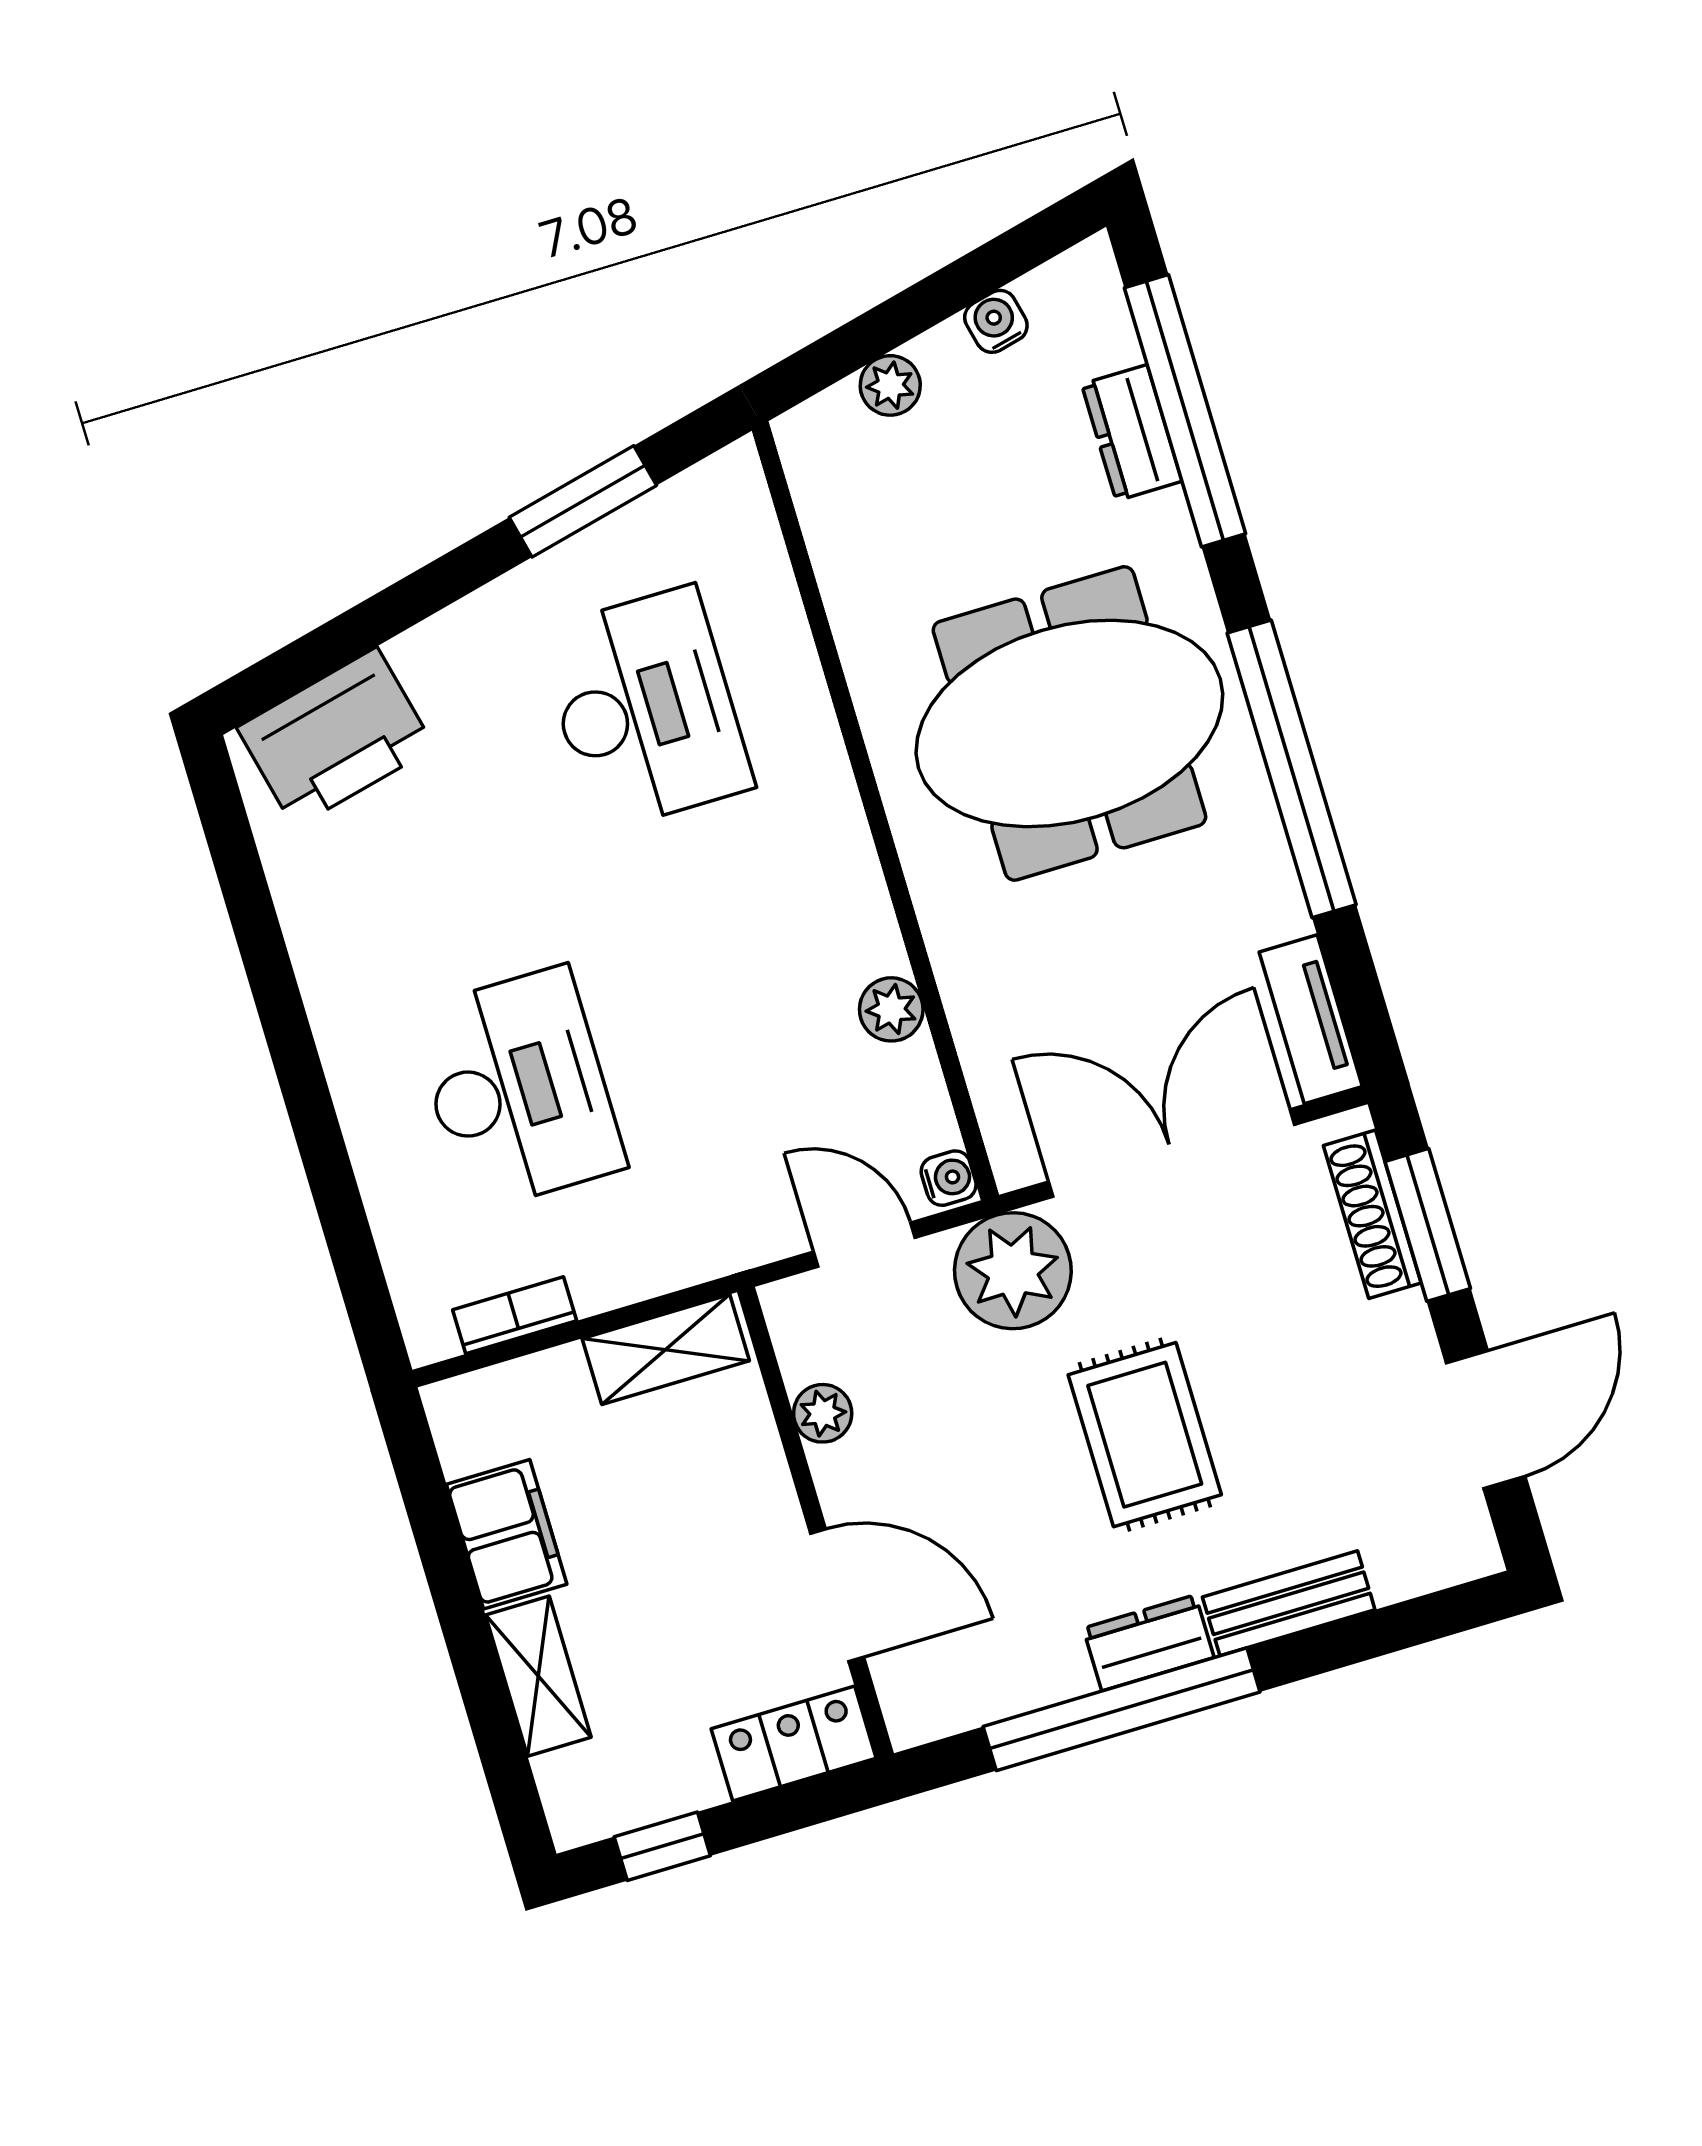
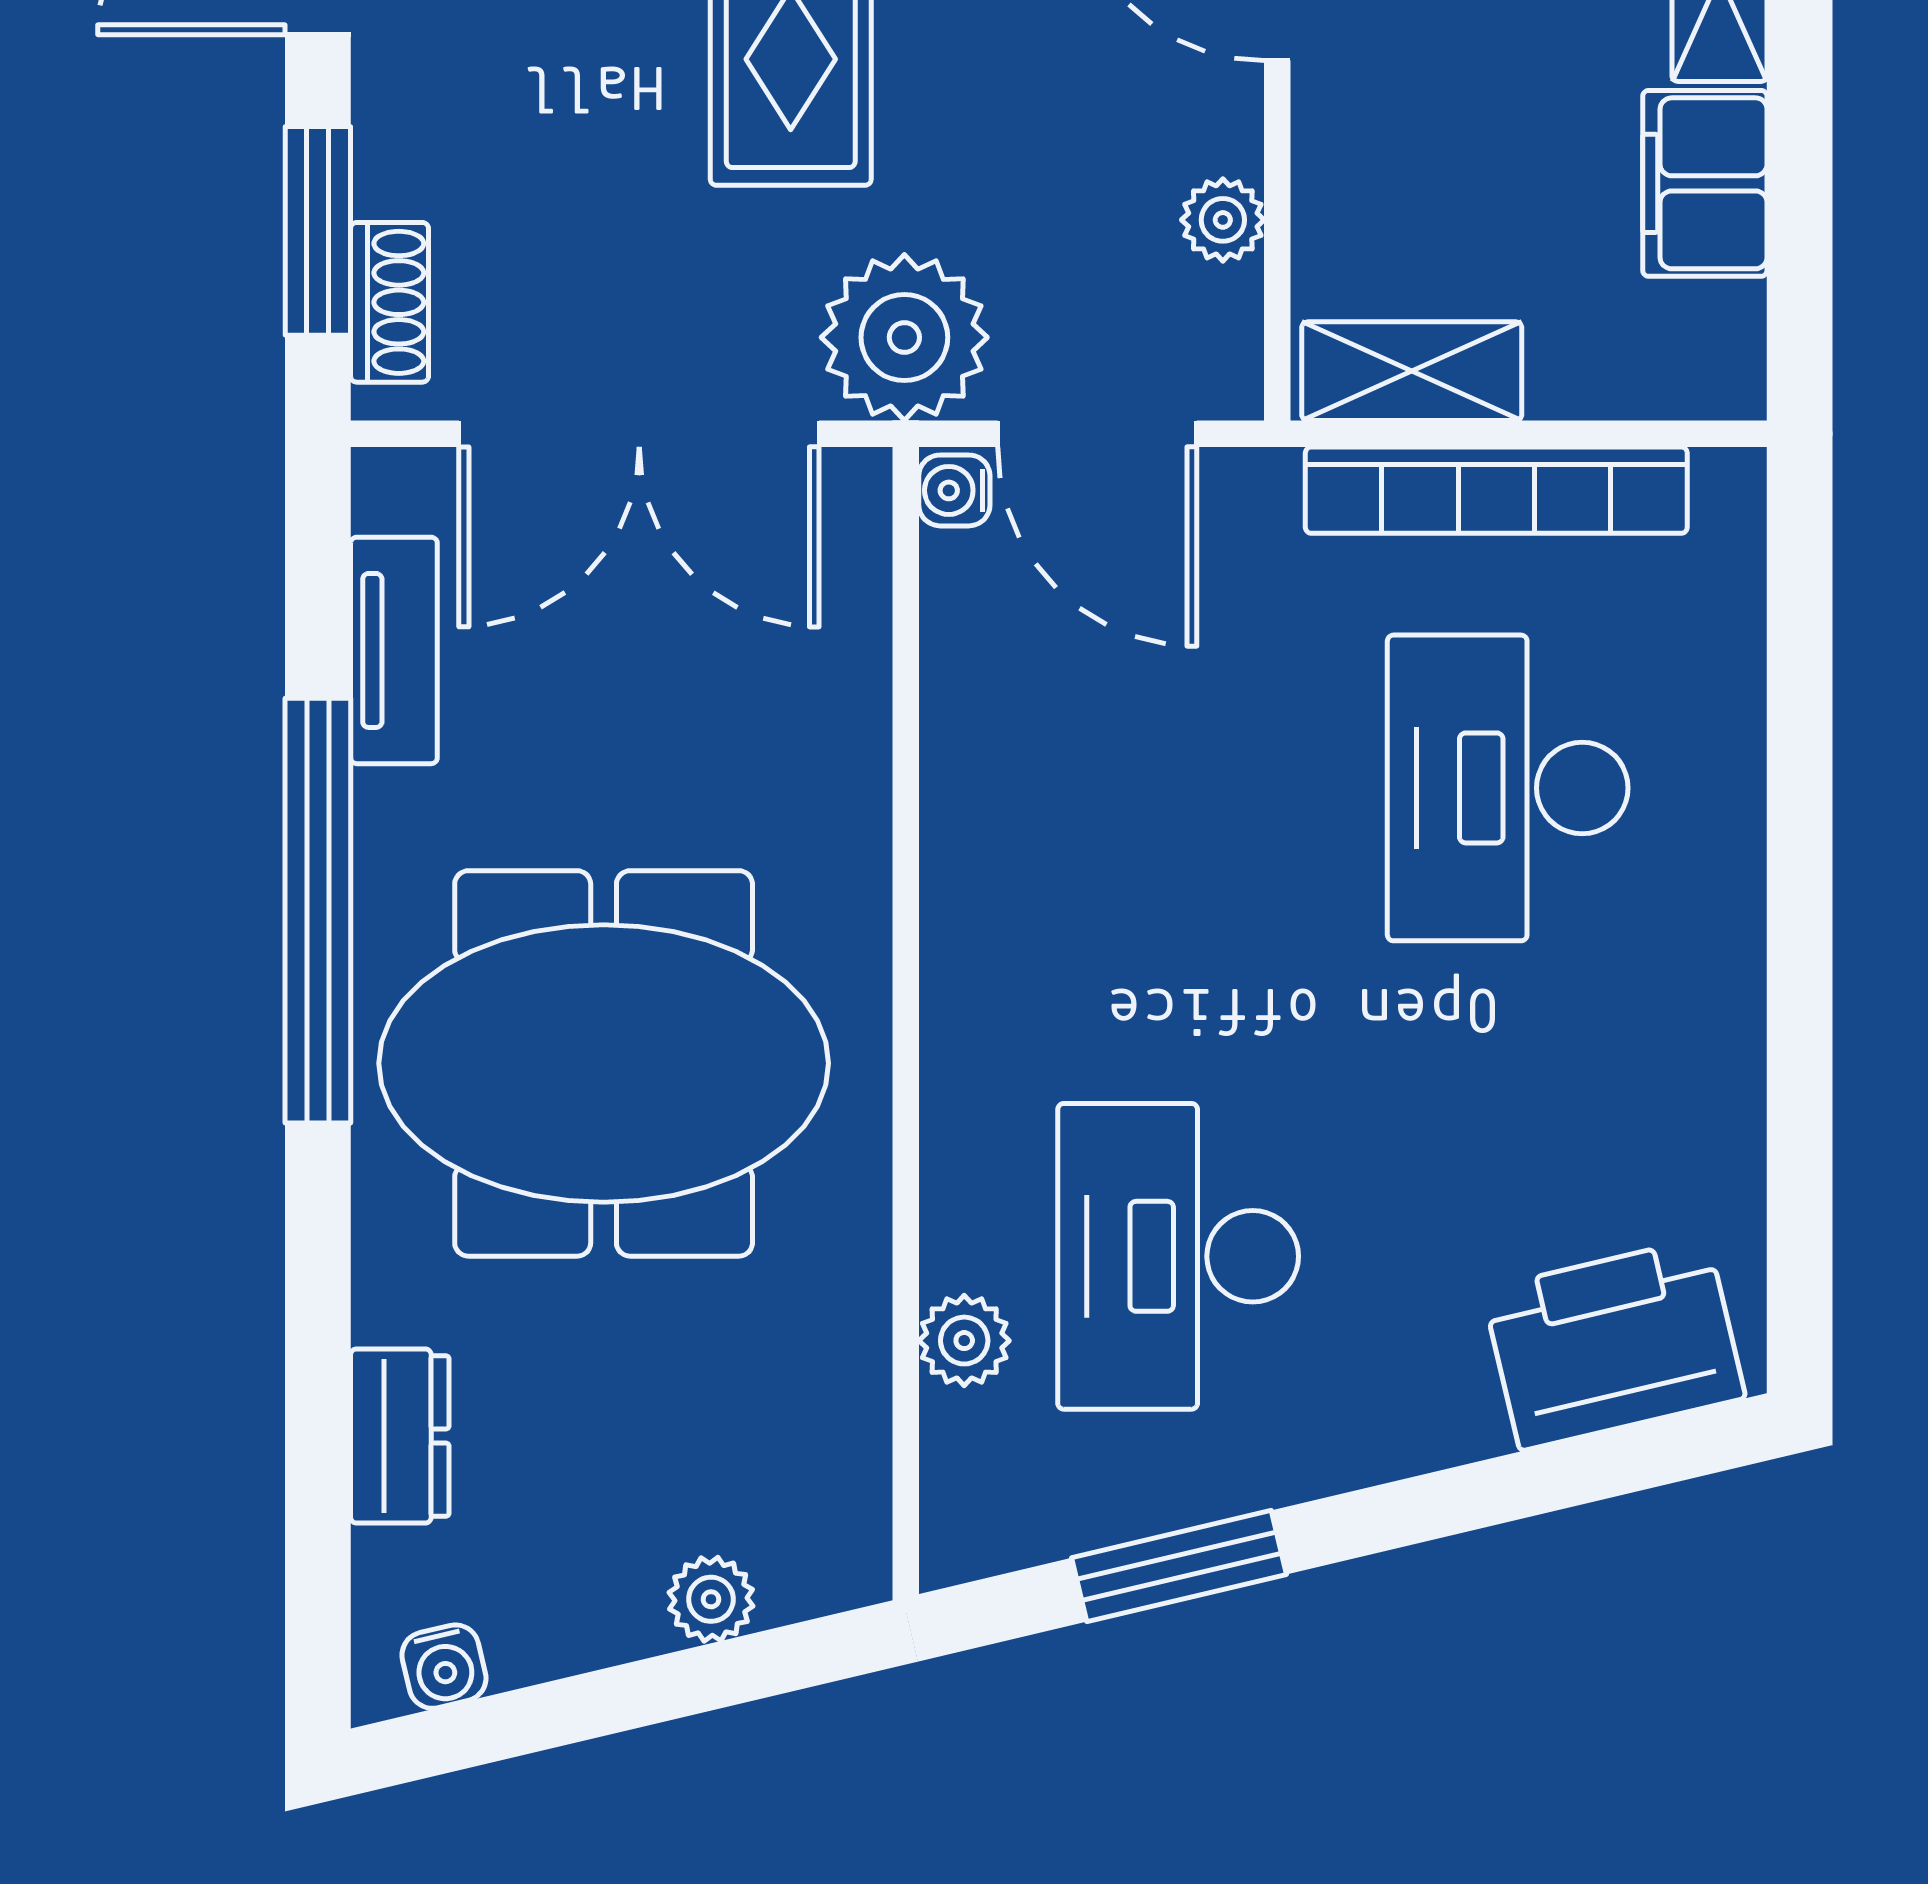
water cooler: (996, 321) -> (444, 1667), moved
window: (1185, 411) -> (318, 1444), removed
plant: (891, 1009) -> (964, 1341), moved
tv unit: (1311, 1019) -> (394, 650), moved
shoe rack: (1372, 1214) -> (390, 302), width x0.70
door: (864, 1245) -> (1097, 434), width x1.38
bookcase: (515, 1315) -> (1496, 490), width x2.31, depth x1.31

